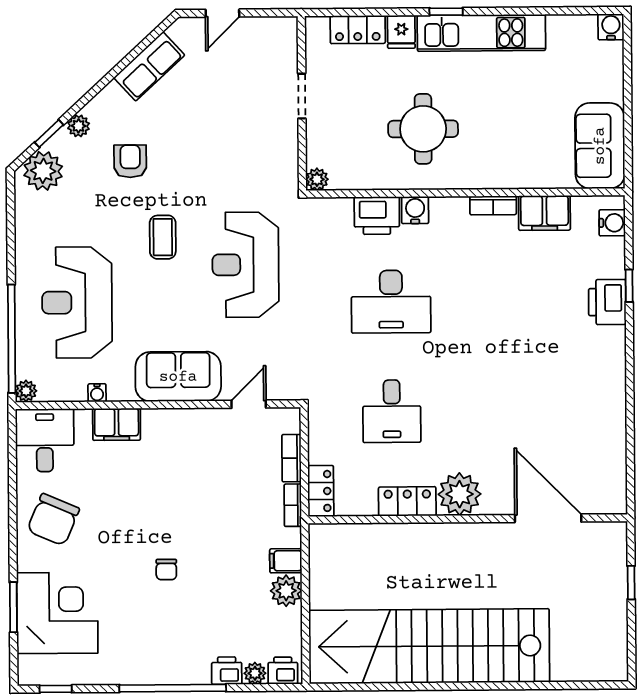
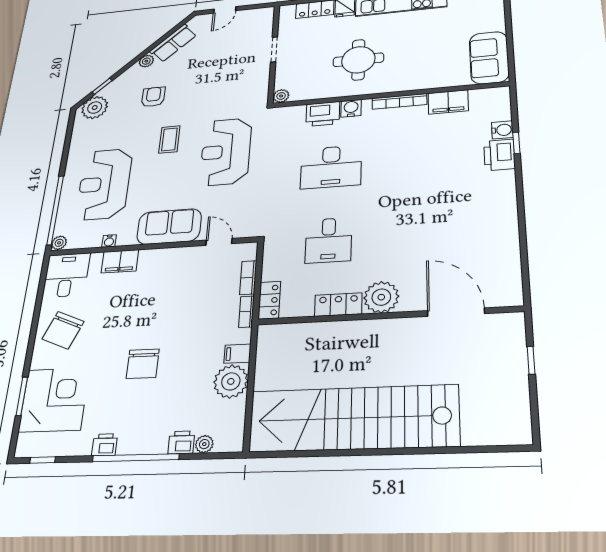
plant: (79, 126) -> (146, 61), moved
bookcase: (493, 205) -> (399, 101), width x1.56
water cooler: (612, 223) -> (502, 130), moved
door: (249, 404) -> (219, 242), hinge flipped
chair: (166, 569) -> (143, 364), width x1.87, depth x1.87
plant: (286, 591) -> (231, 381), width x1.36, depth x1.36
printer: (283, 671) -> (105, 445), moved

